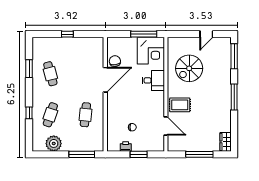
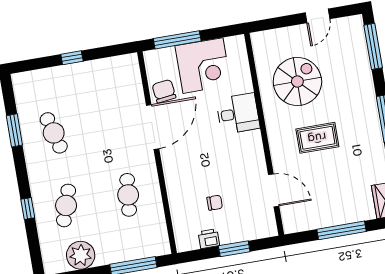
window: (144, 34) -> (177, 40), moved
corner desk: (151, 51) -> (203, 66), moved
spiral stairs: (189, 68) -> (297, 82), turned 180
rug: (180, 105) -> (317, 138), moved

